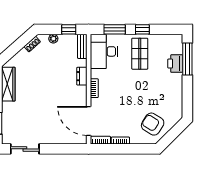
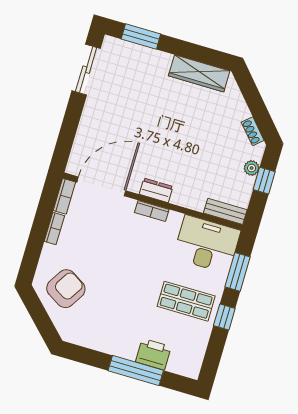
window: (69, 29) -> (264, 181), moved
window: (187, 59) -> (136, 370), moved
dresser: (82, 76) -> (156, 190), moved

